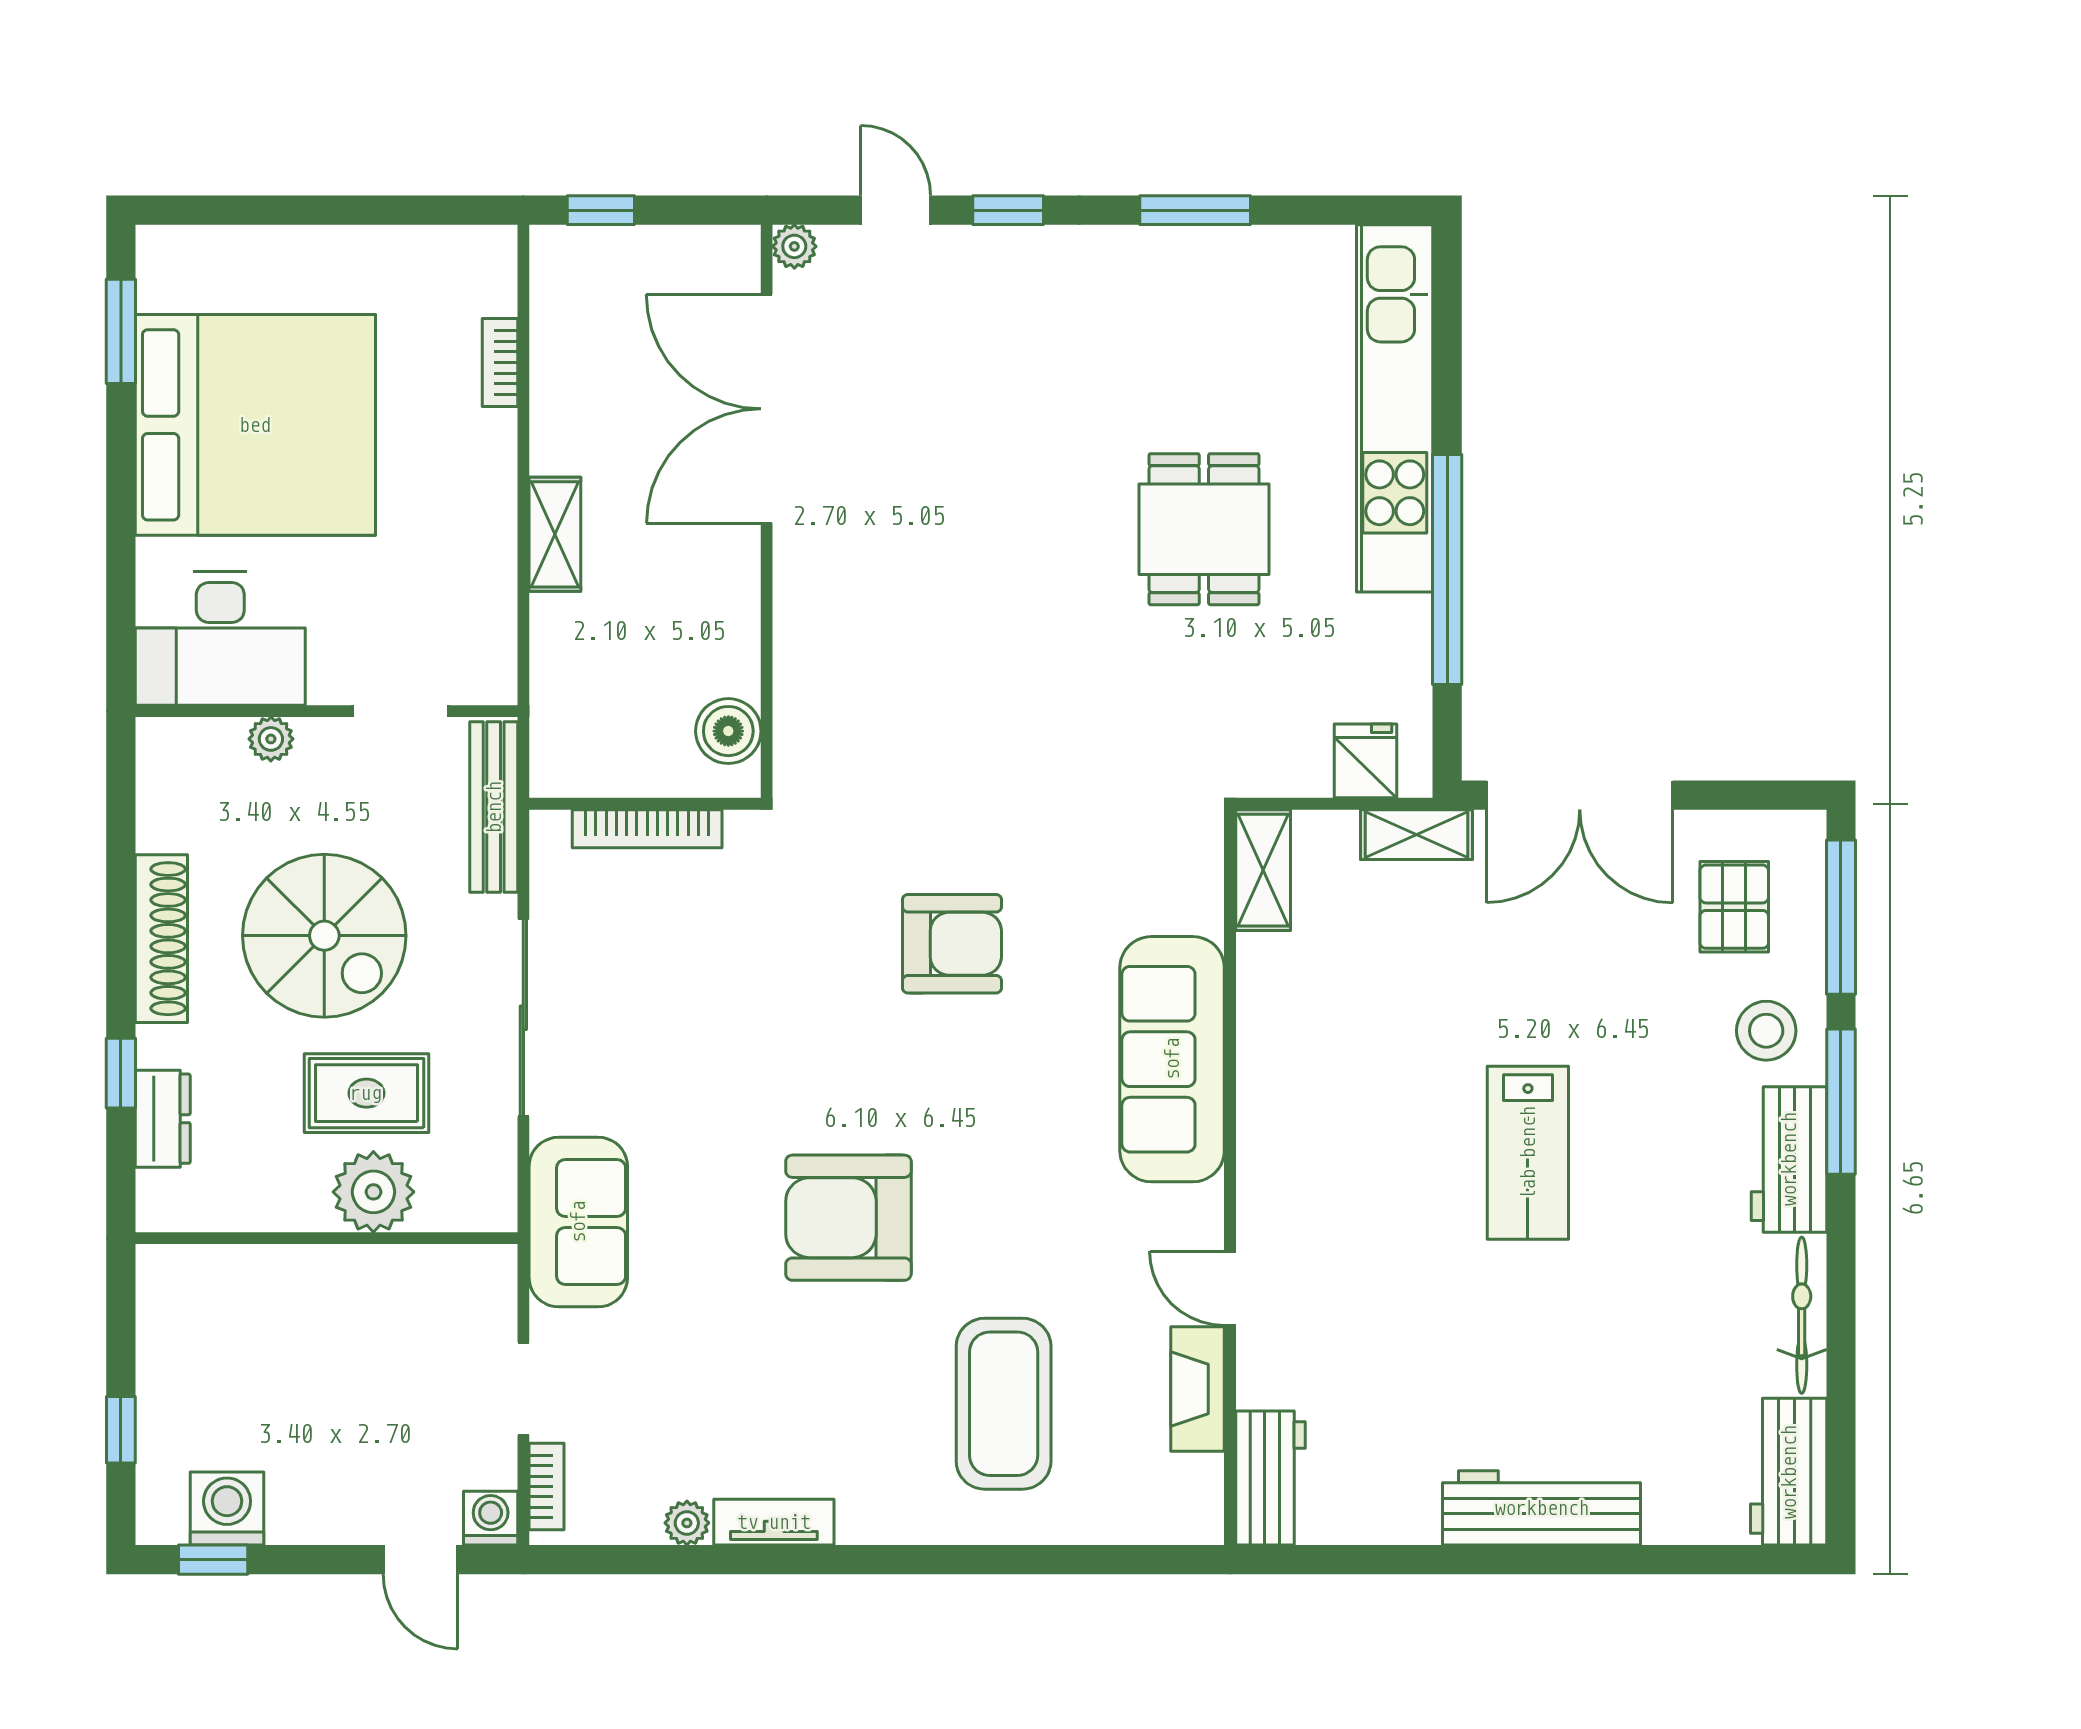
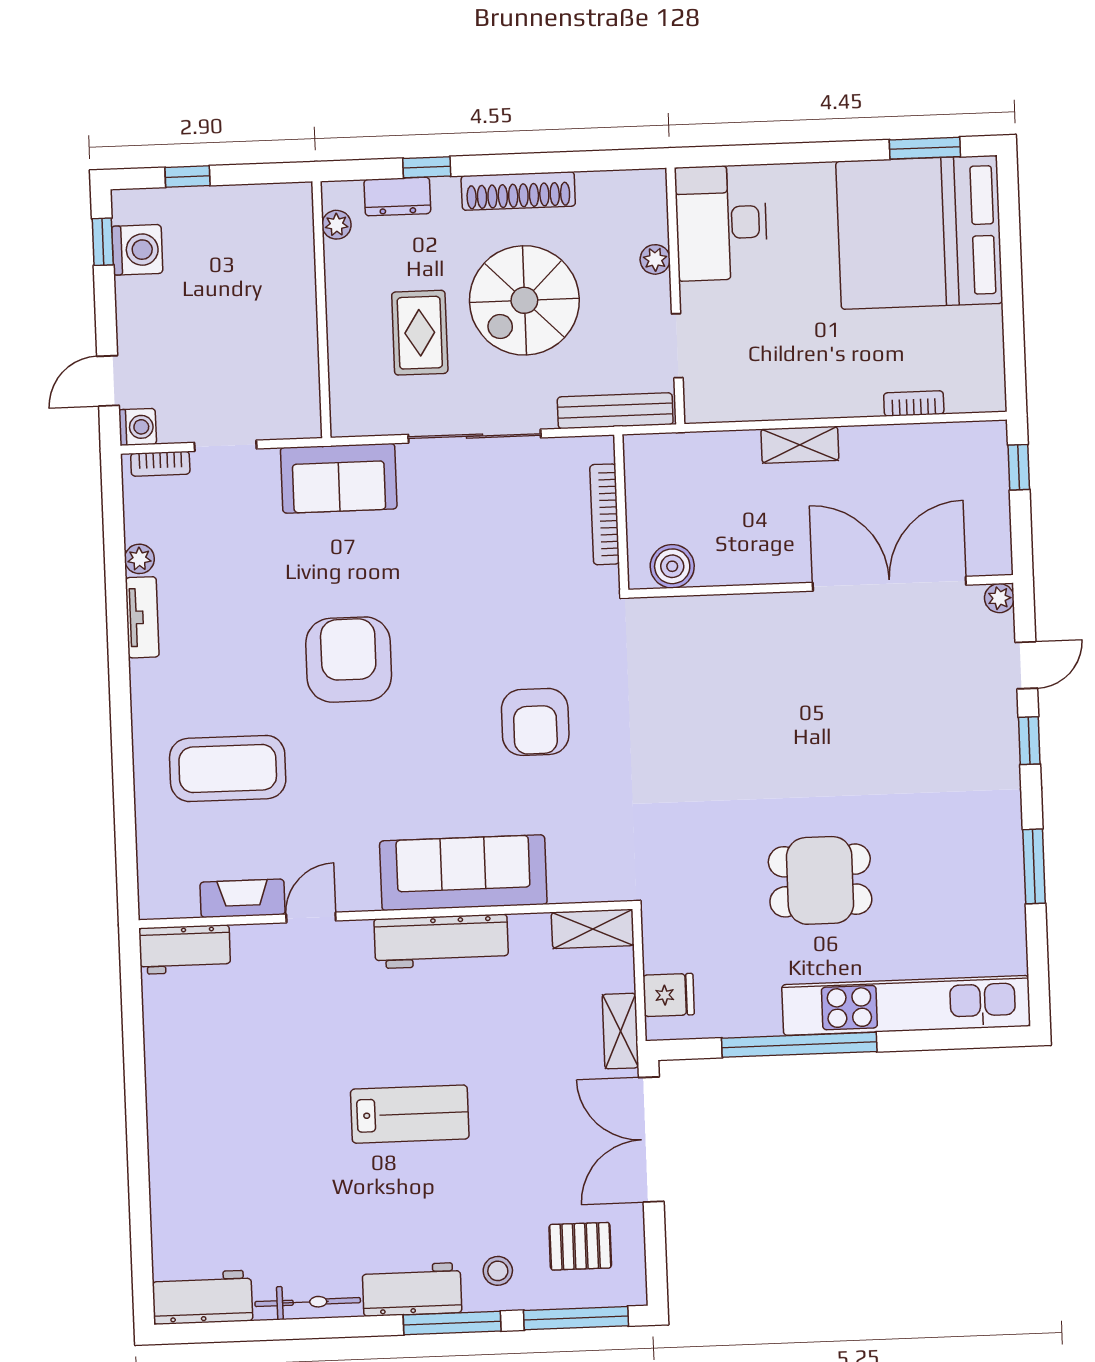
bed: (255, 425) -> (919, 232), moved, turned 90
stool: (1766, 1031) -> (498, 1271), width x0.73, depth x0.73
lab bench: (1528, 1153) -> (410, 1114), turned 180
plant: (373, 1192) -> (337, 225), moved, width x0.53, depth x0.53
workbench: (1542, 1508) -> (441, 941), moved, turned 90

